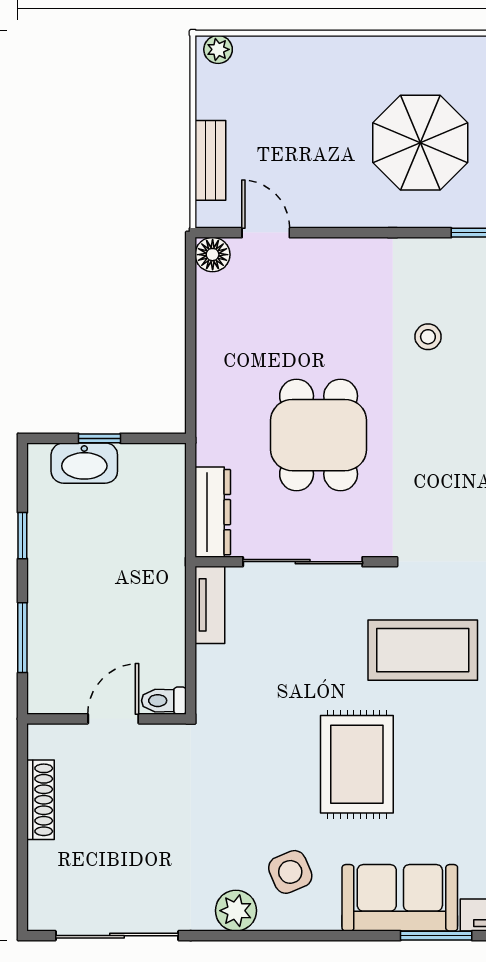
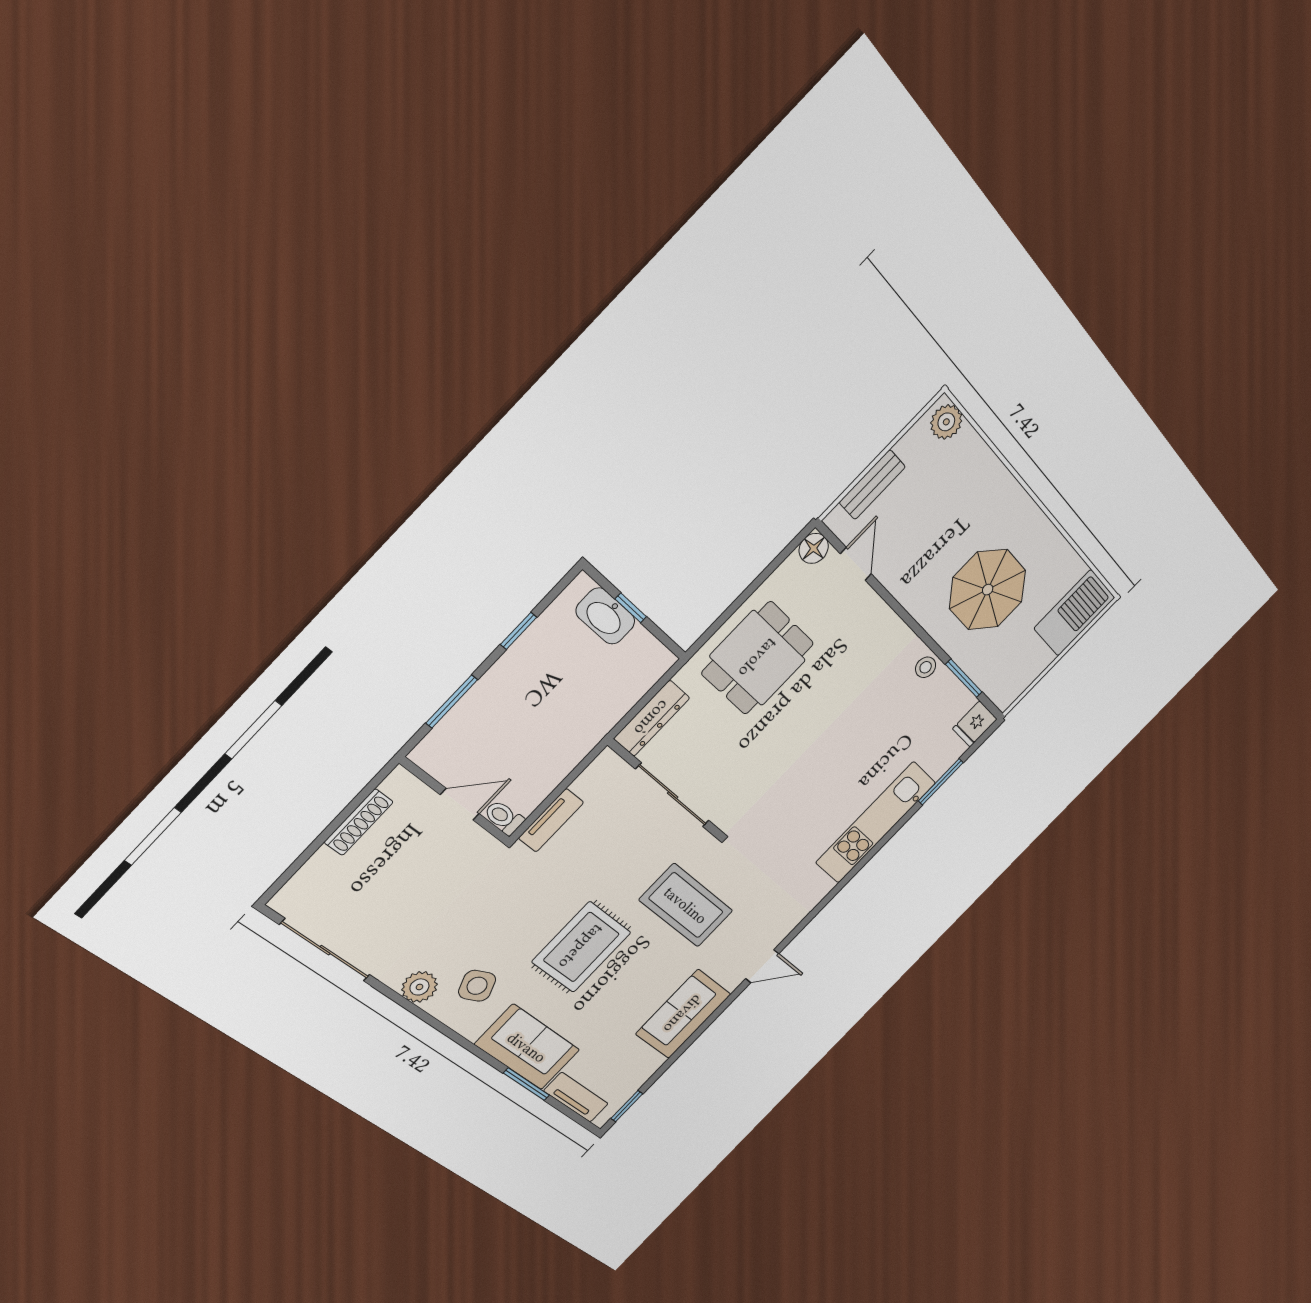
plant: (218, 49) -> (946, 422), width x1.38, depth x1.38
stool: (428, 337) -> (926, 667), moved
dining table: (319, 435) -> (758, 658), moved
tv unit: (210, 605) -> (551, 820), moved

